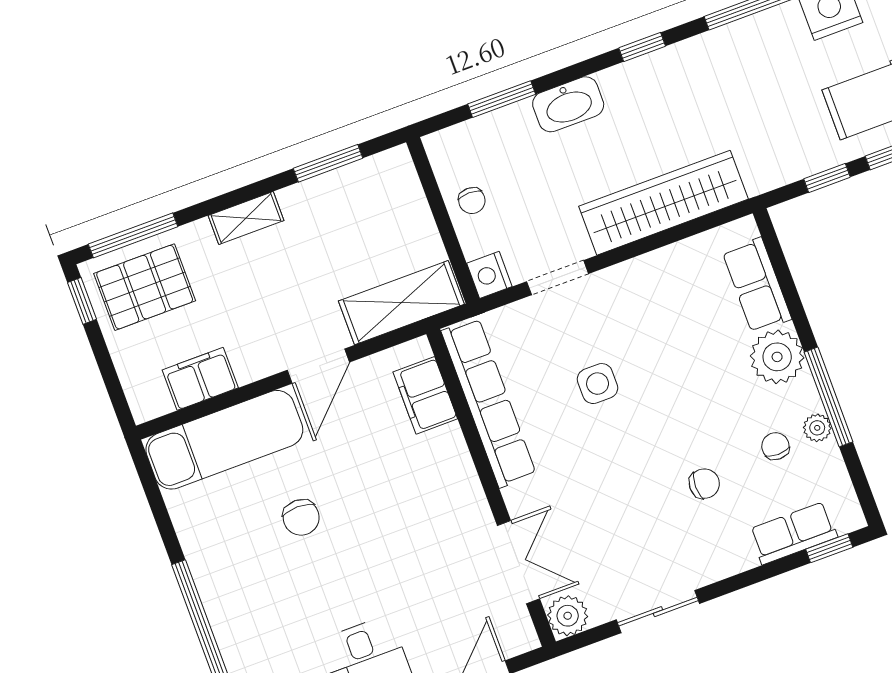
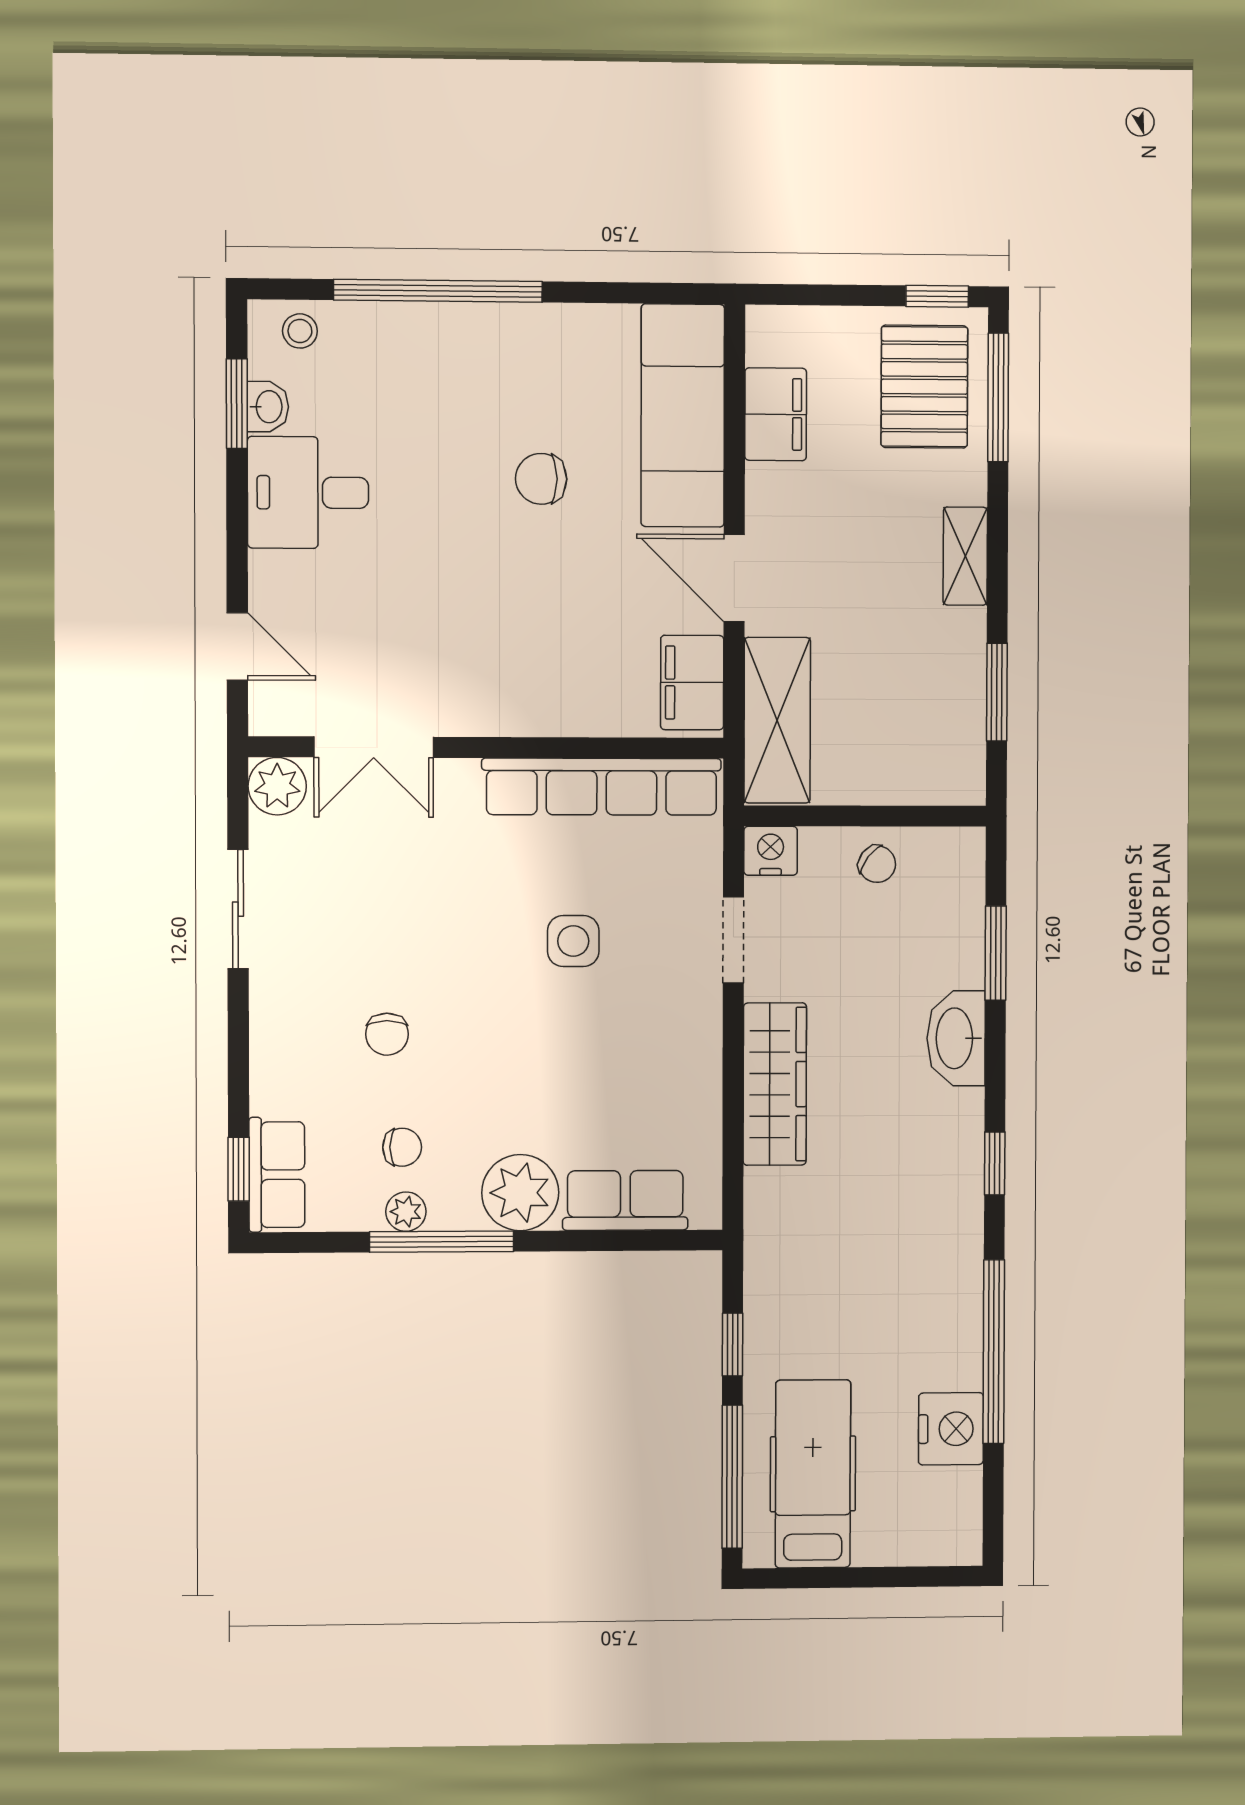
chair: (472, 201) -> (877, 864), turned -142
wardrobe: (663, 203) -> (775, 1084), width x0.71, depth x0.85
filing cabinet: (425, 395) -> (692, 683), moved, turned -90
row of seats: (793, 533) -> (277, 1175), moved

